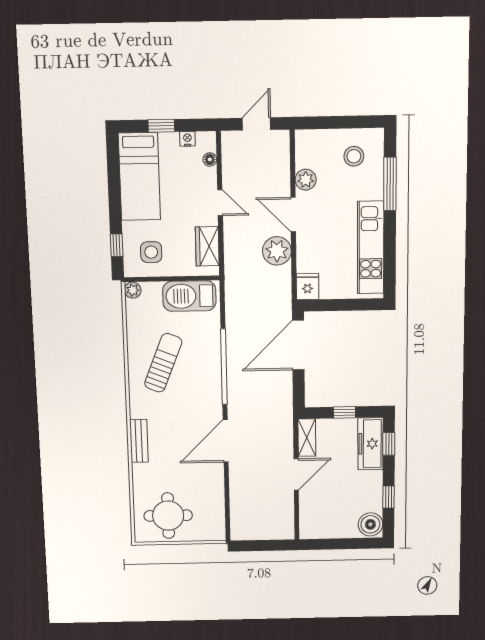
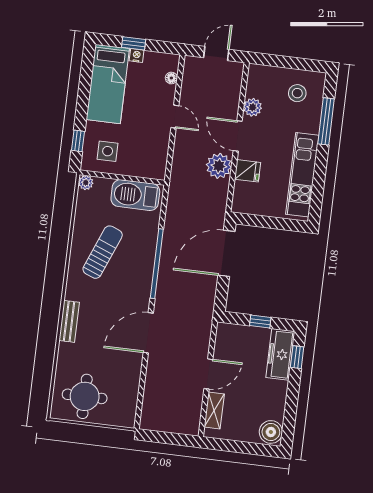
nightstand: (187, 139) -> (137, 56), moved
wardrobe: (207, 246) -> (158, 153), removed
fridge: (308, 286) -> (248, 171), moved, turned 90
shelving: (307, 438) -> (214, 410), moved
window: (389, 497) -> (291, 408), removed

